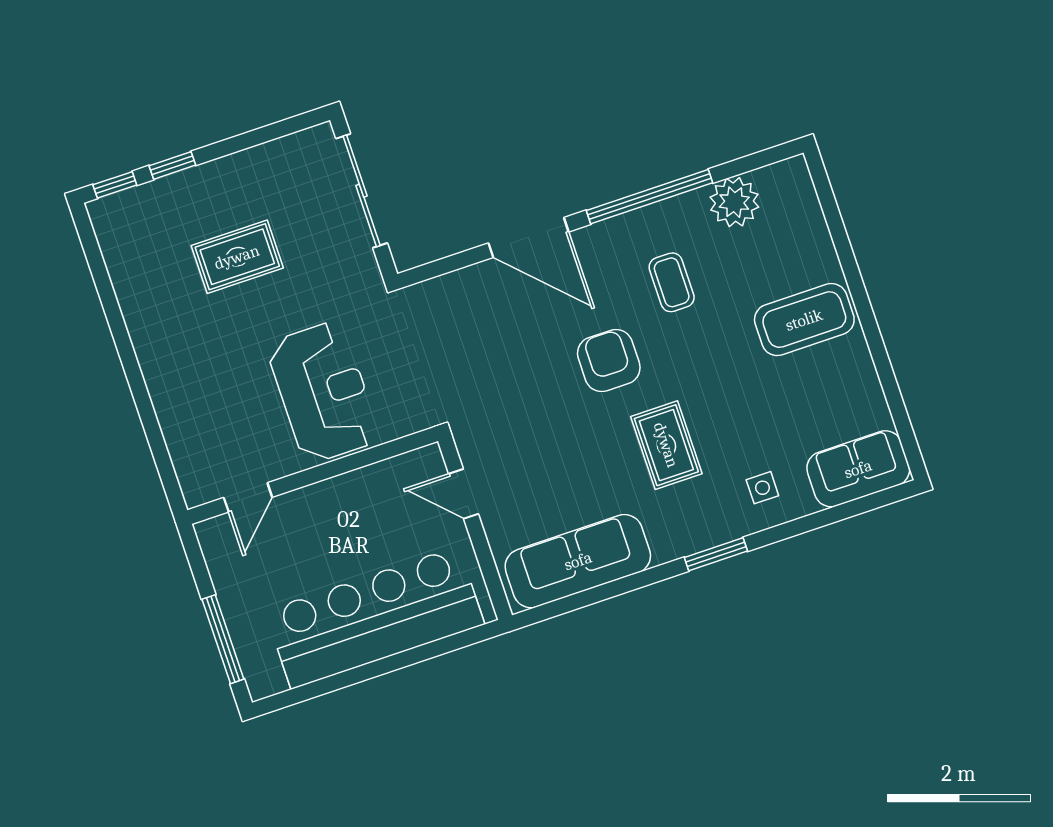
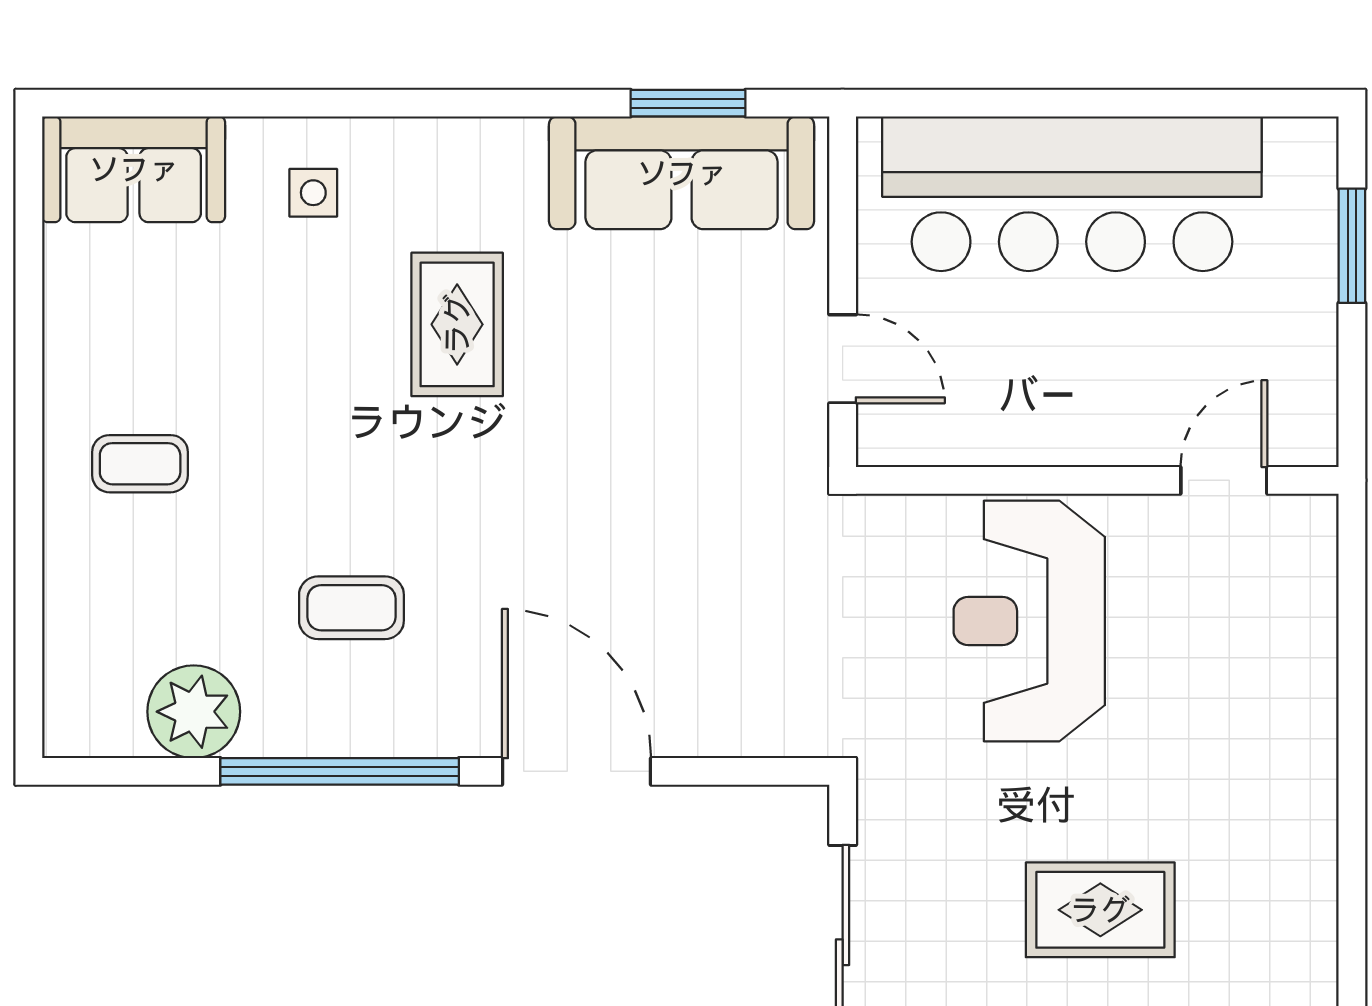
coffee table: (672, 282) -> (351, 608), turned 90
coffee table: (804, 320) -> (140, 464), width x0.54, depth x0.58
armchair: (609, 361) -> (508, 507), removed
window: (716, 554) -> (688, 103), moved
window: (223, 639) -> (1352, 246), width x0.69

